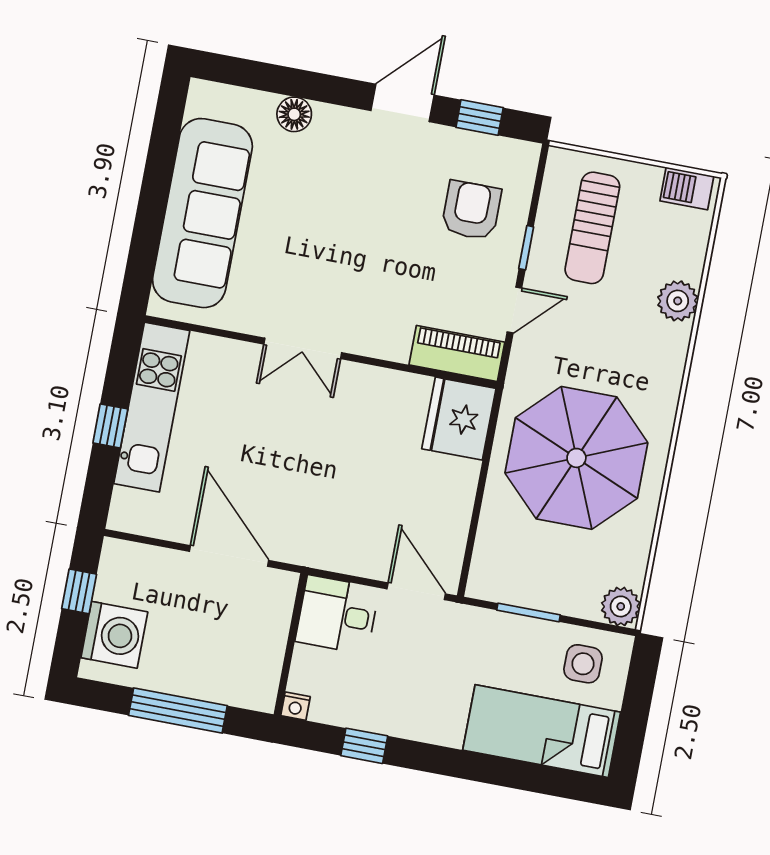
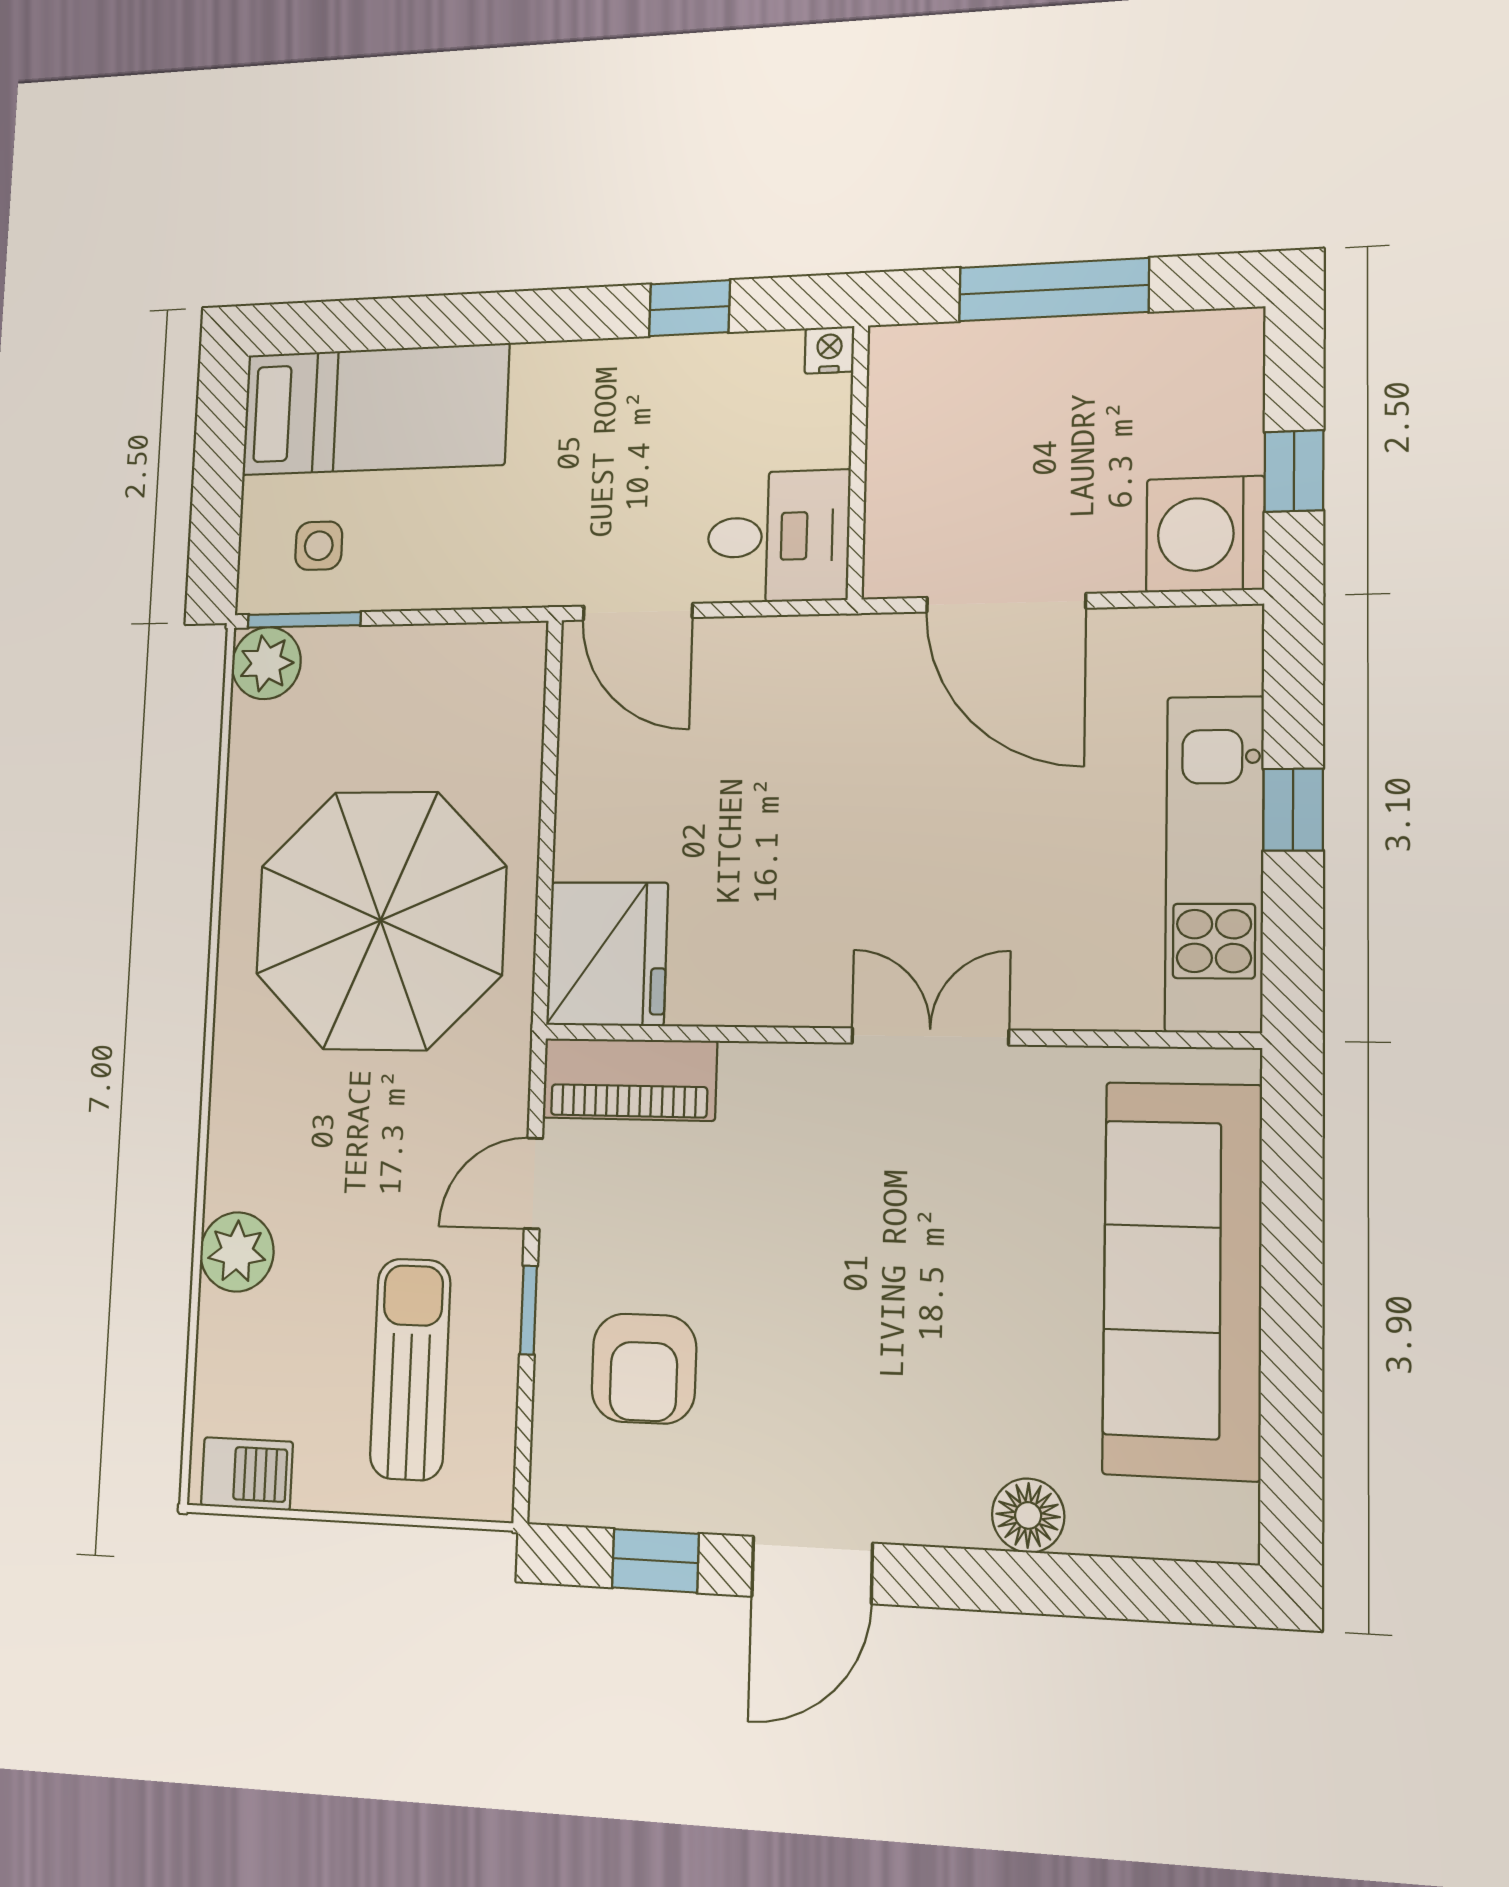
window: (528, 613) -> (304, 620), moved
washing machine: (114, 635) -> (1205, 534), moved
side table: (583, 664) -> (319, 546), width x0.73, depth x0.73

